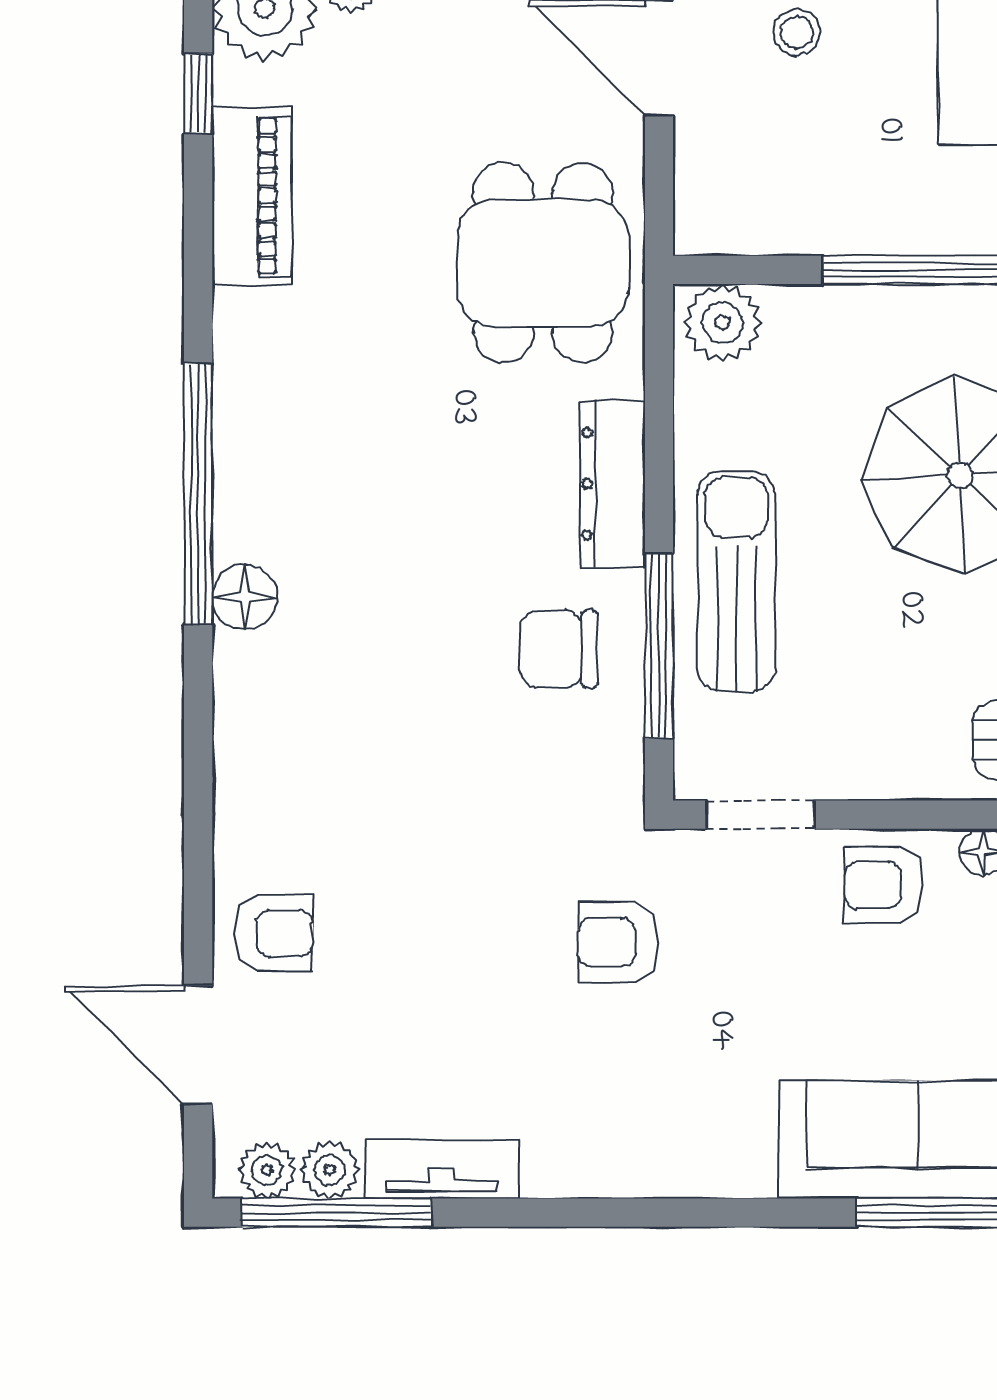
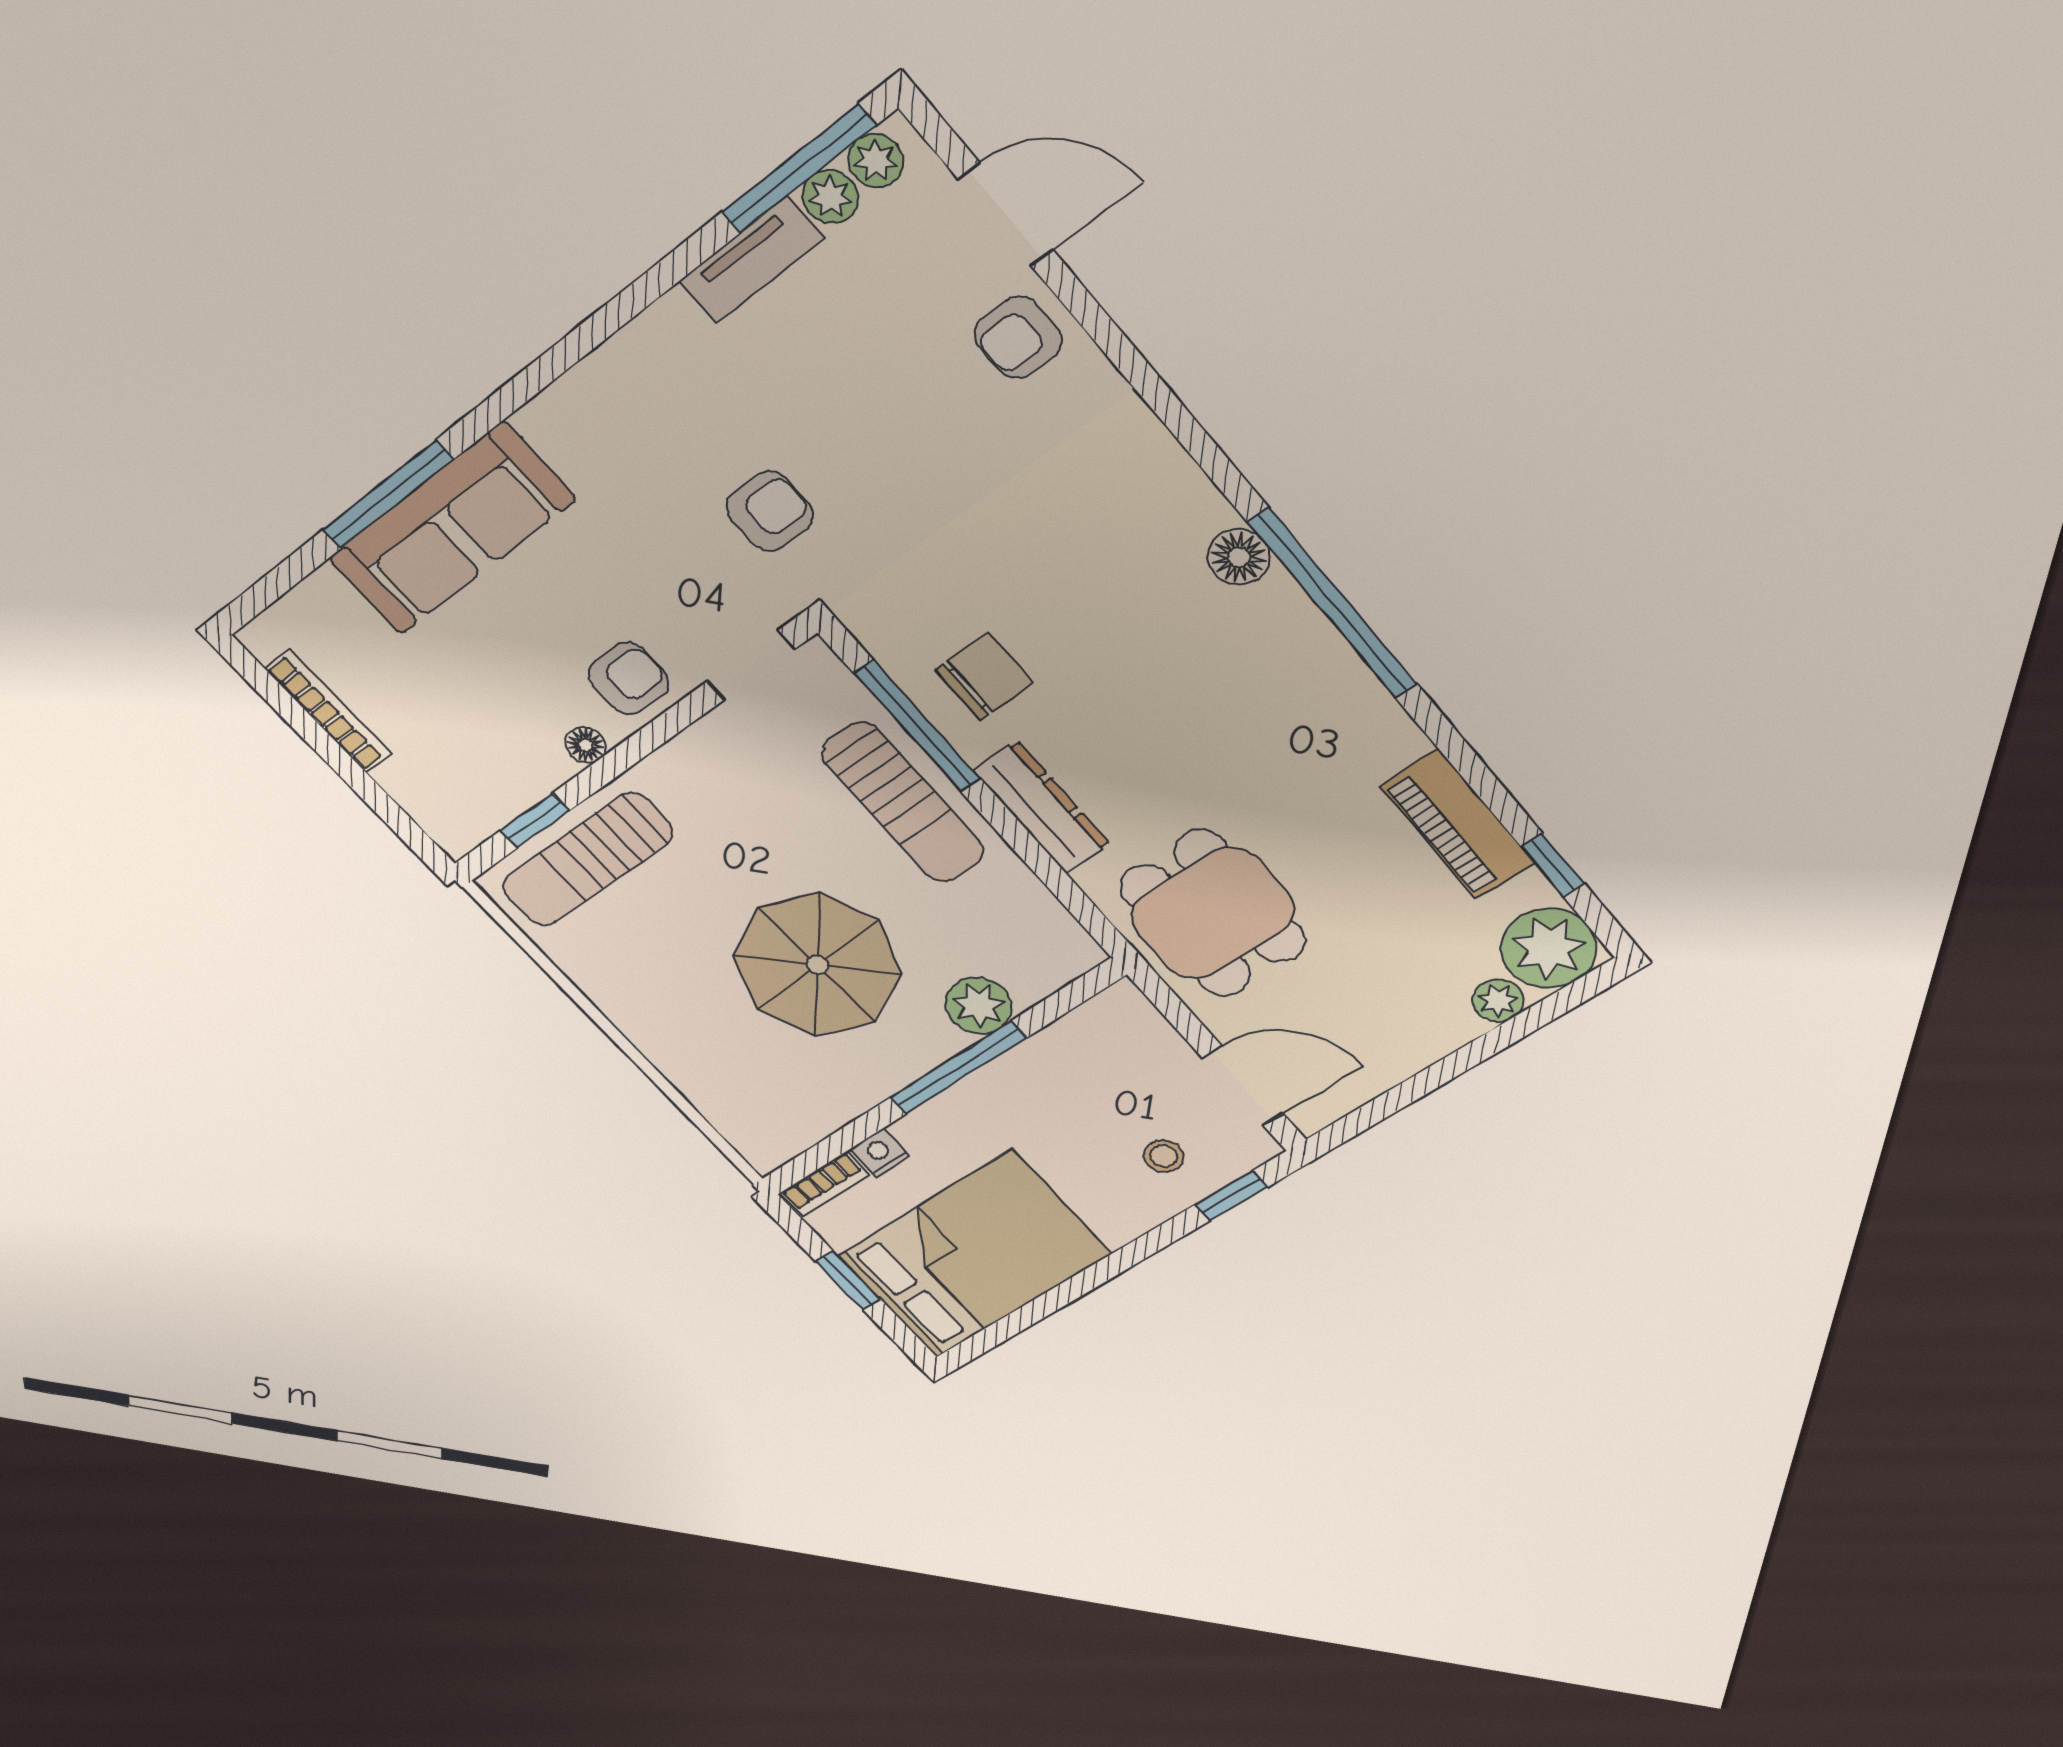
plant: (723, 322) -> (979, 1006), moved

